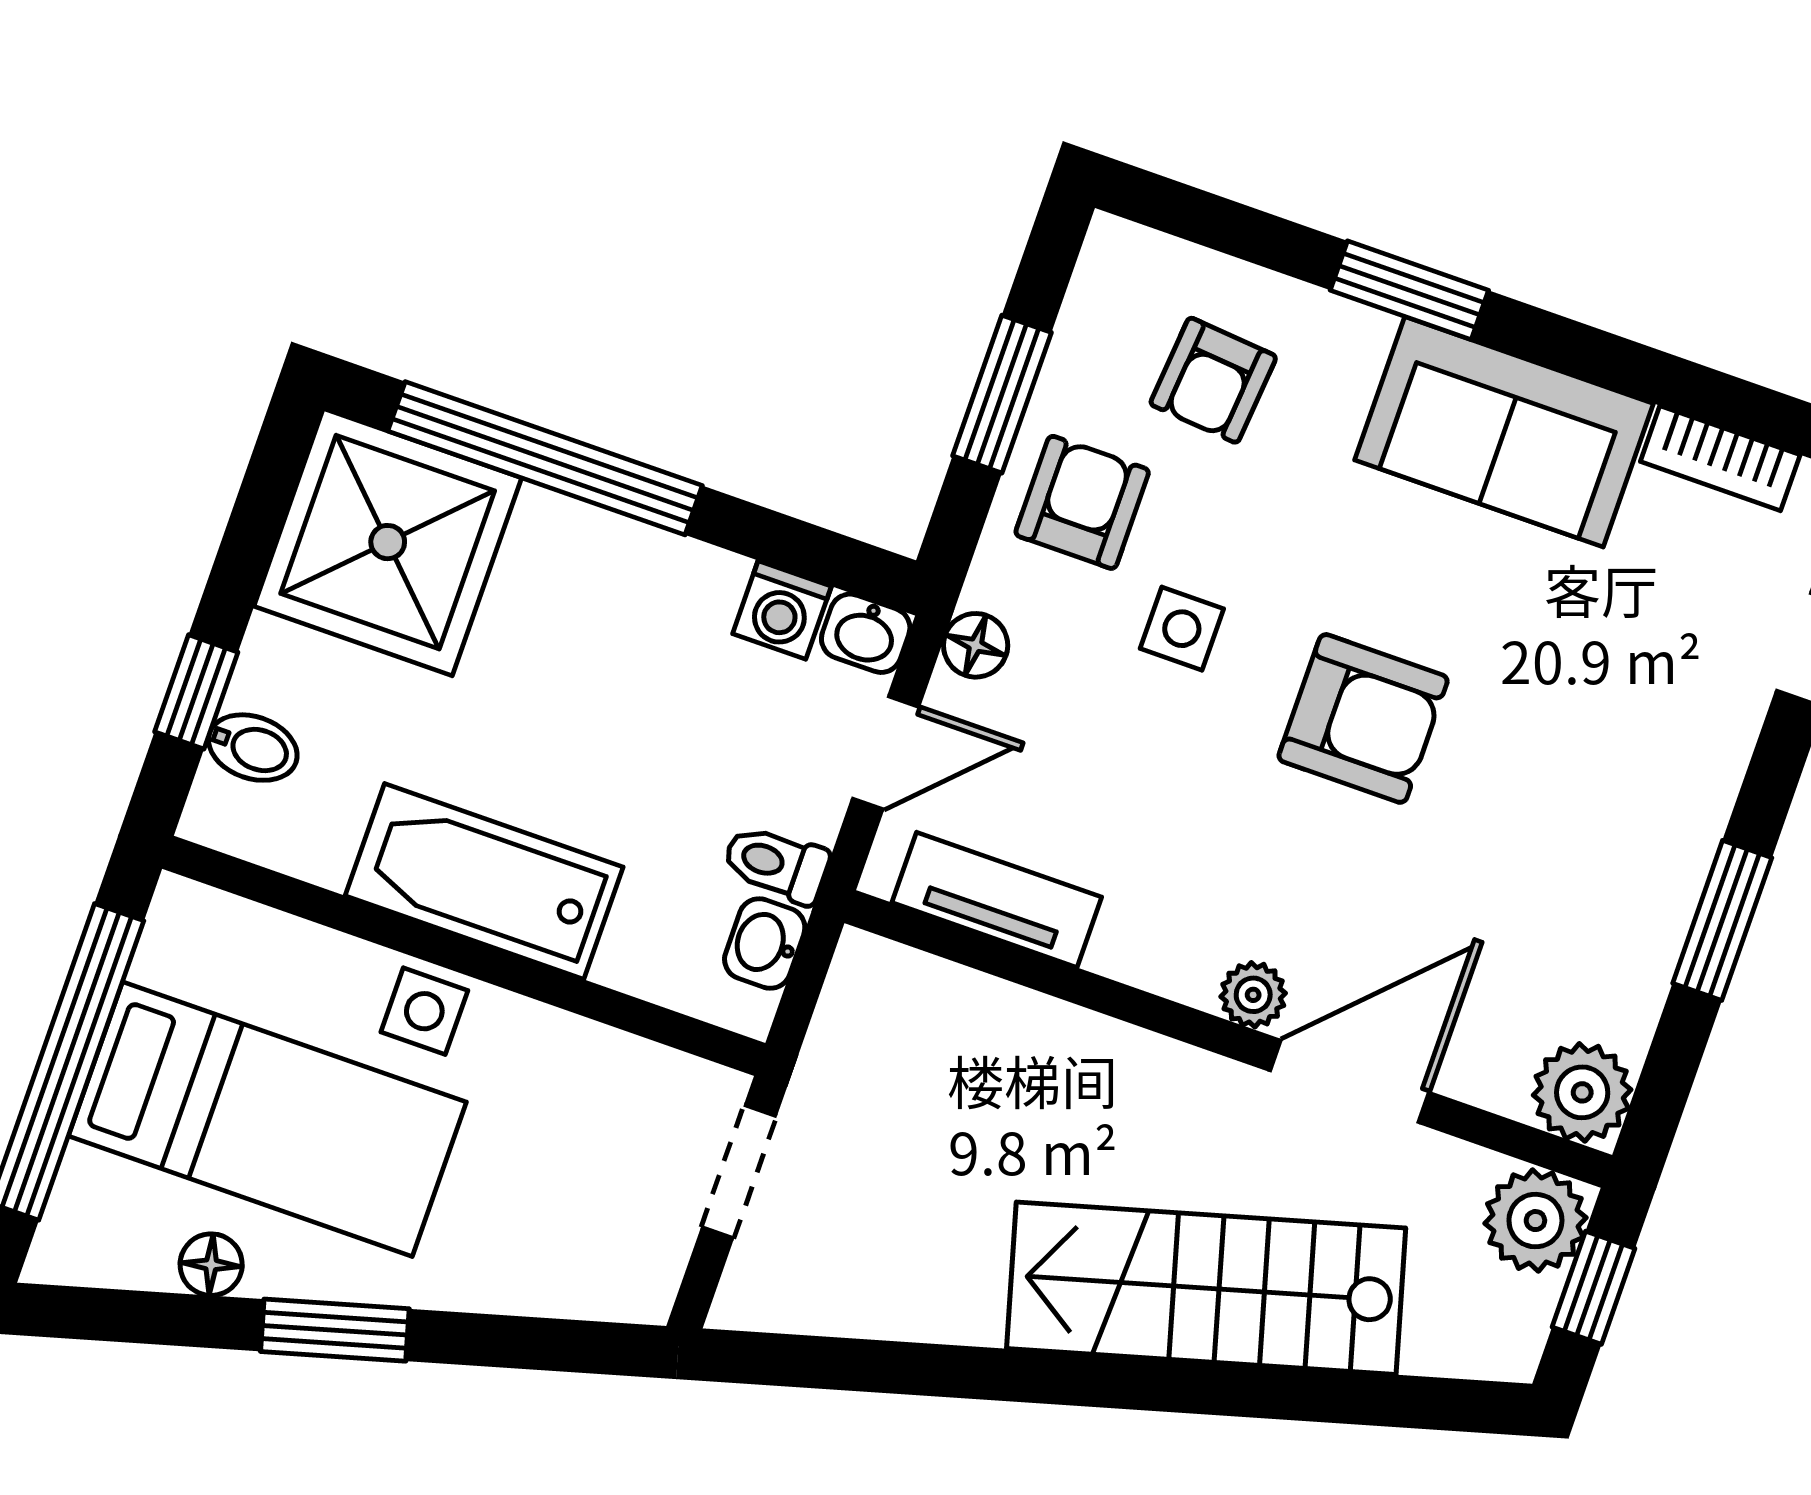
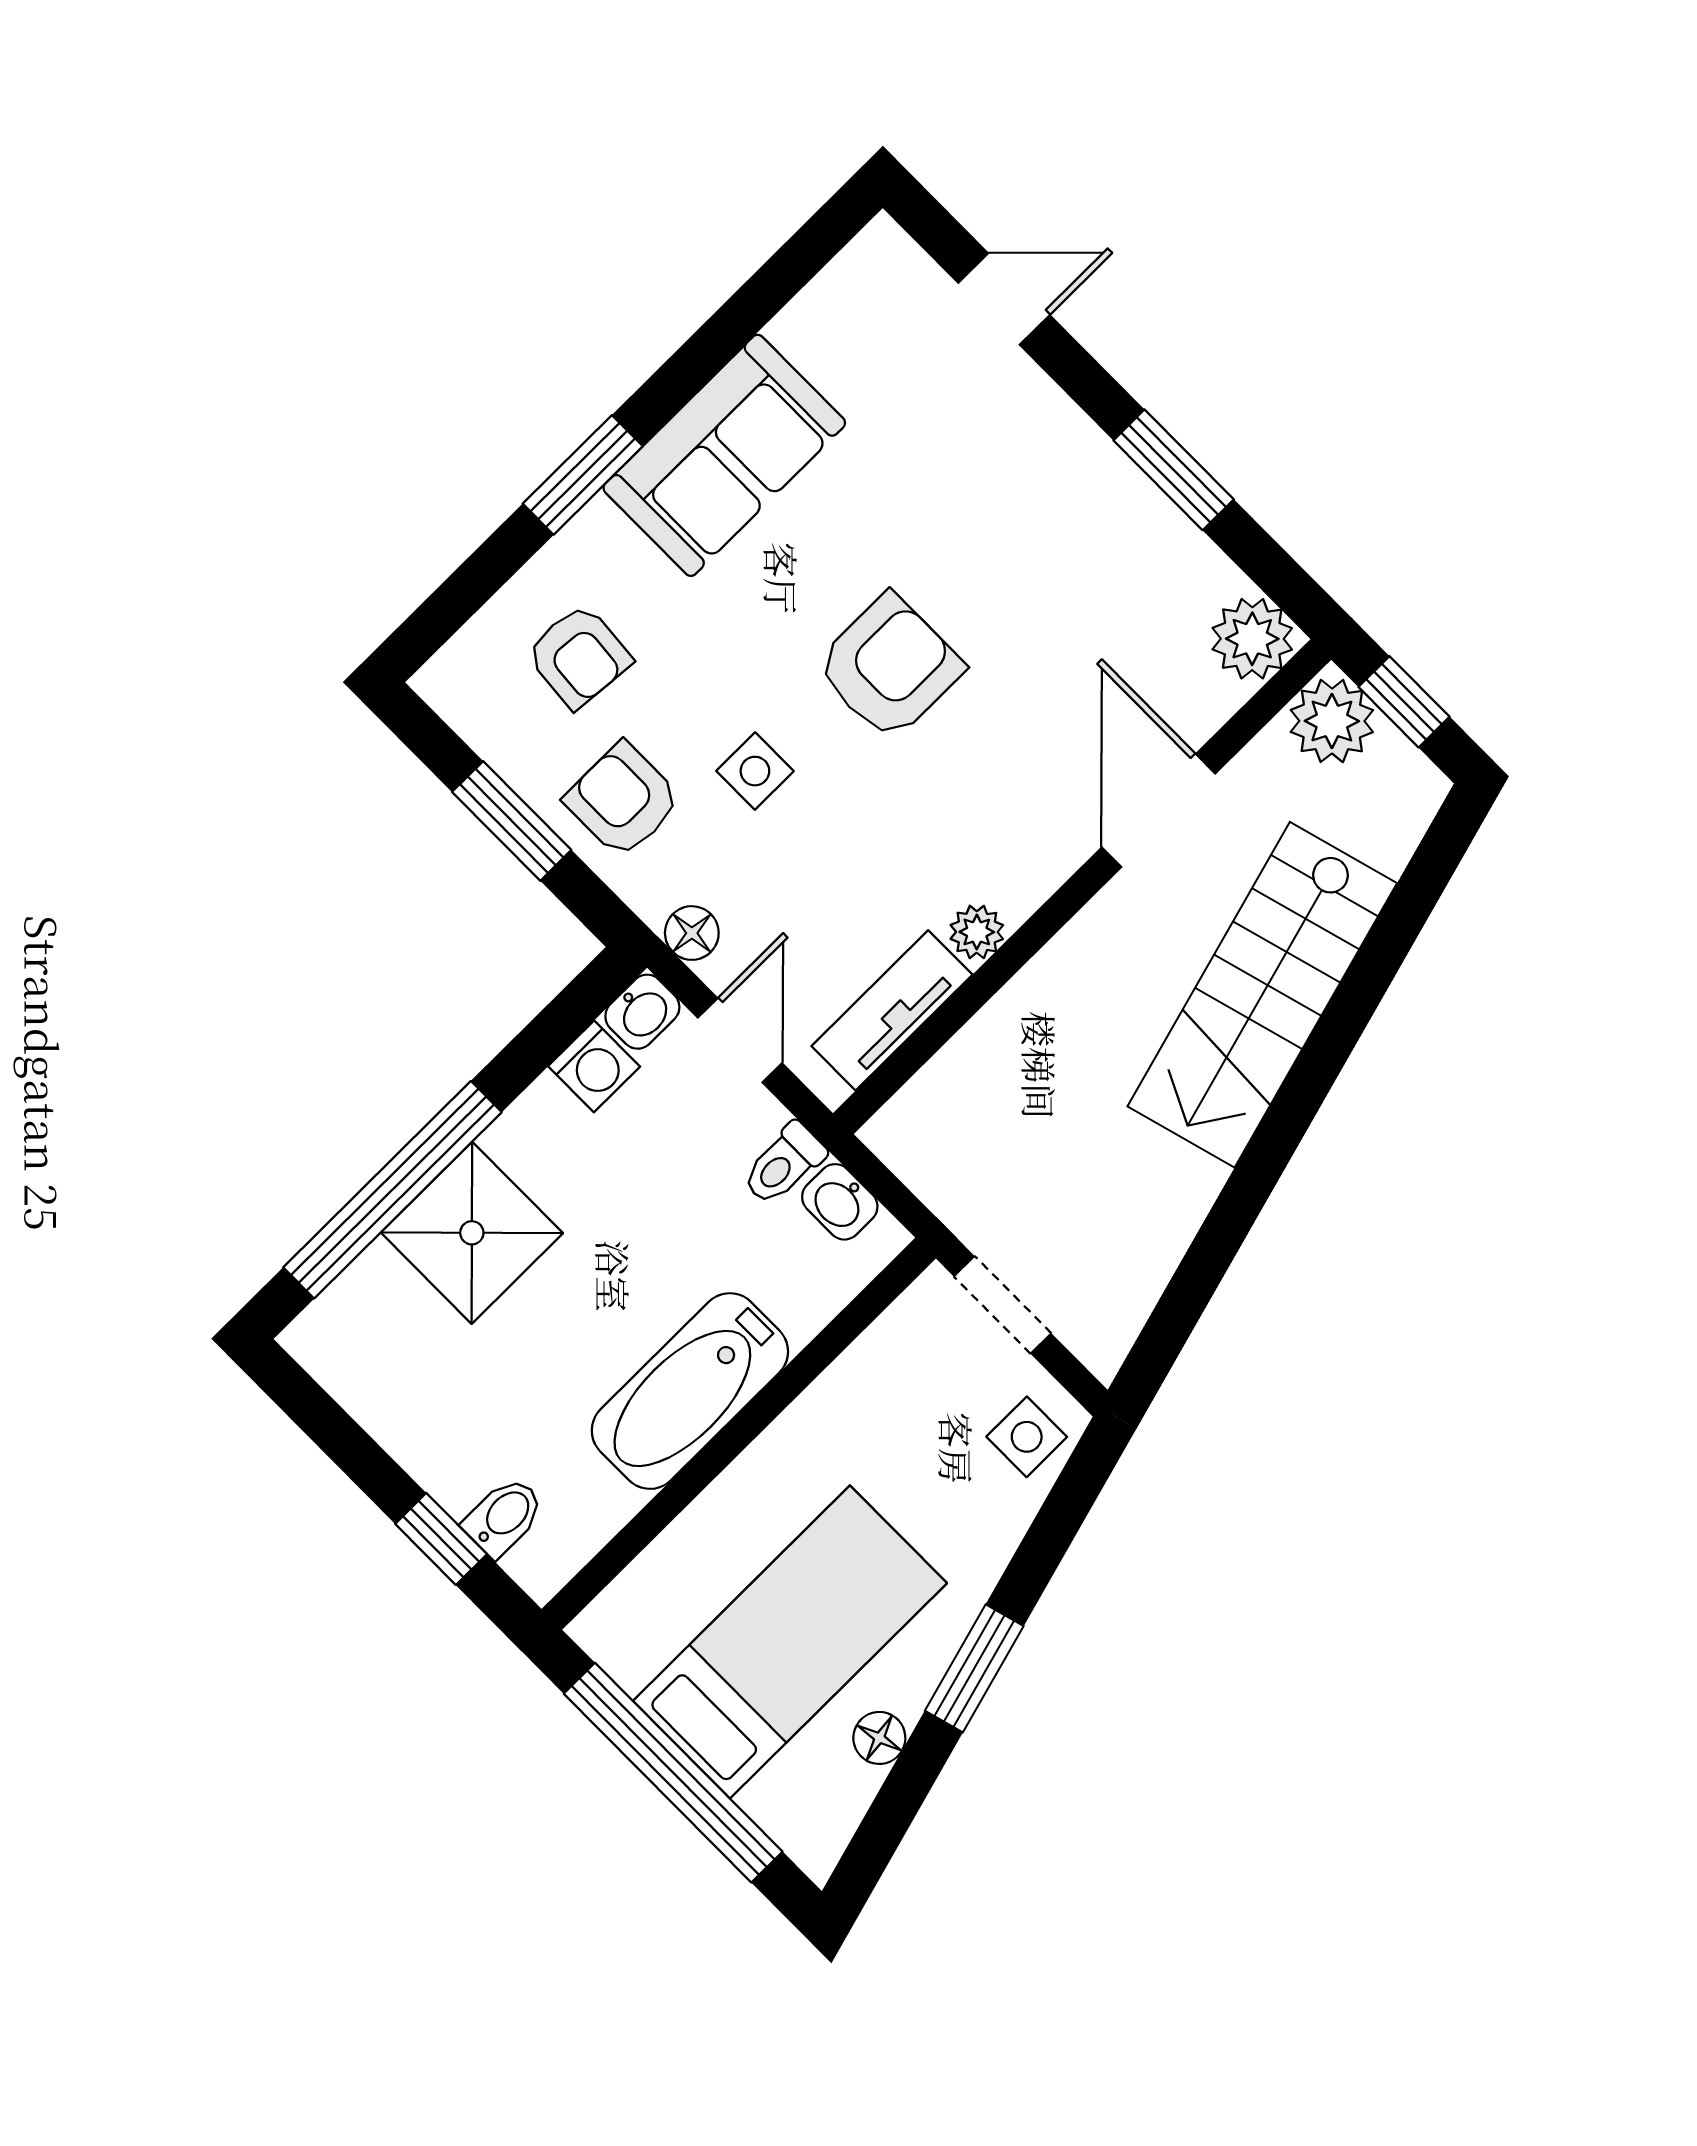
bookcase: (1720, 458) -> (824, 302), removed
shower: (388, 542) -> (472, 1233), moved, width x0.73, depth x0.73
plant: (1253, 995) -> (977, 932), moved
side table: (424, 1011) -> (1027, 1437), moved

